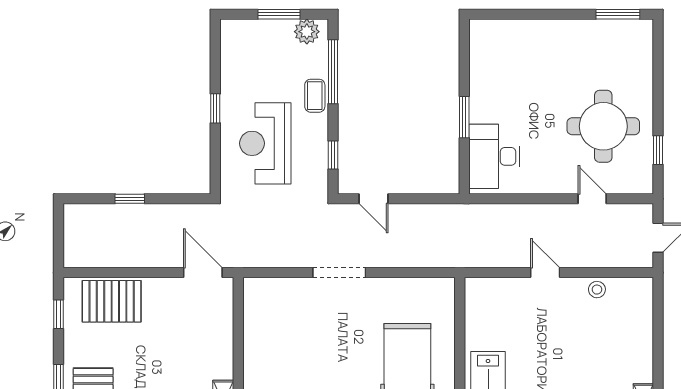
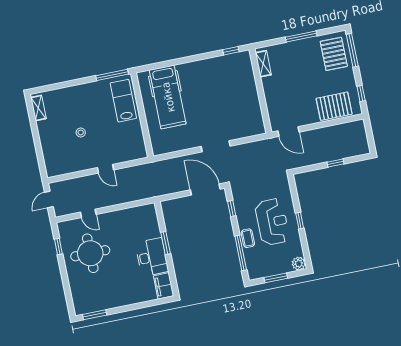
plant: (307, 32) -> (299, 264), moved
filing cabinet: (484, 41) -> (164, 286), added
reception desk: (265, 143) -> (272, 222), moved
desk: (494, 156) -> (152, 257), moved
door: (374, 199) -> (205, 189), width x1.87
stool: (597, 290) -> (81, 133), moved

